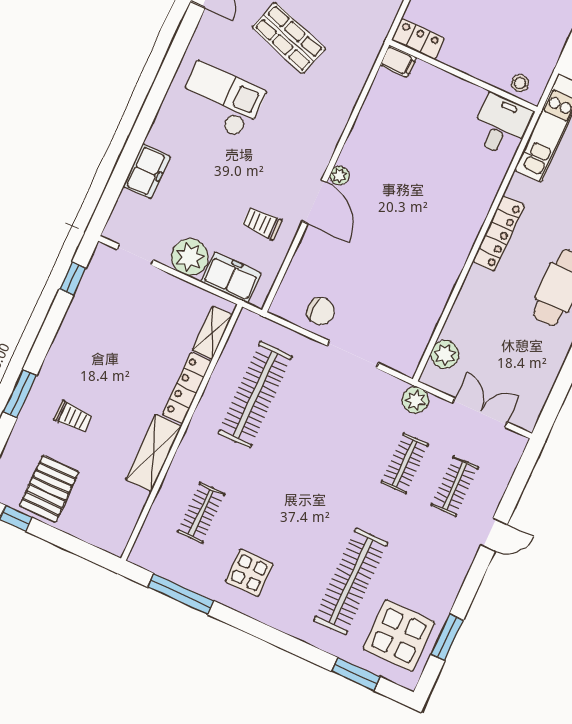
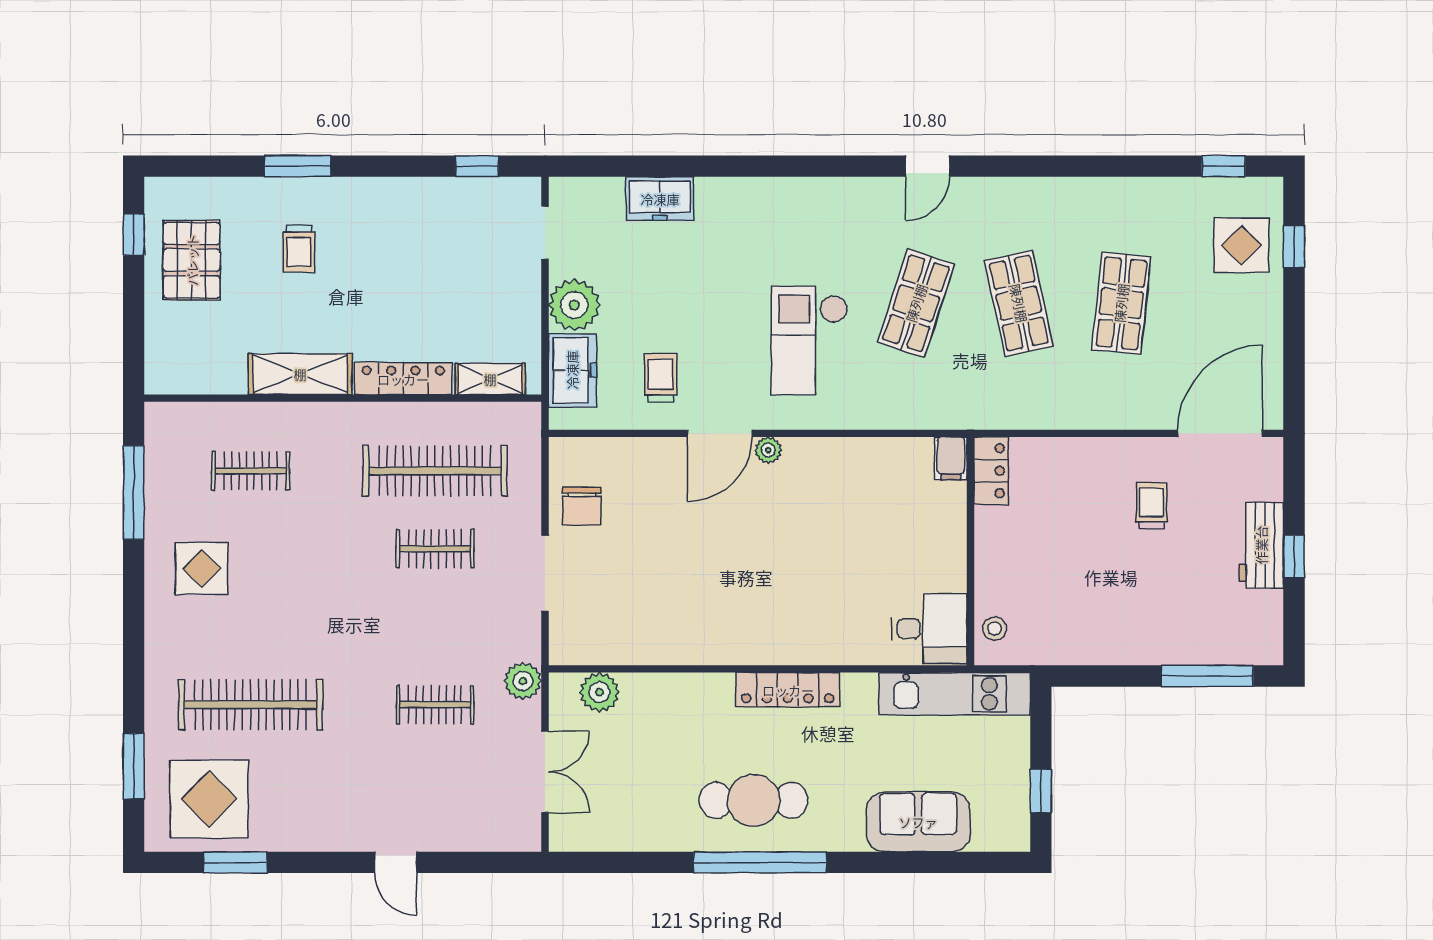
checkout: (221, 100) -> (809, 340), moved, turned 180
clothes rail: (455, 486) -> (435, 549), moved
pallet: (49, 489) -> (192, 260), turned 90

